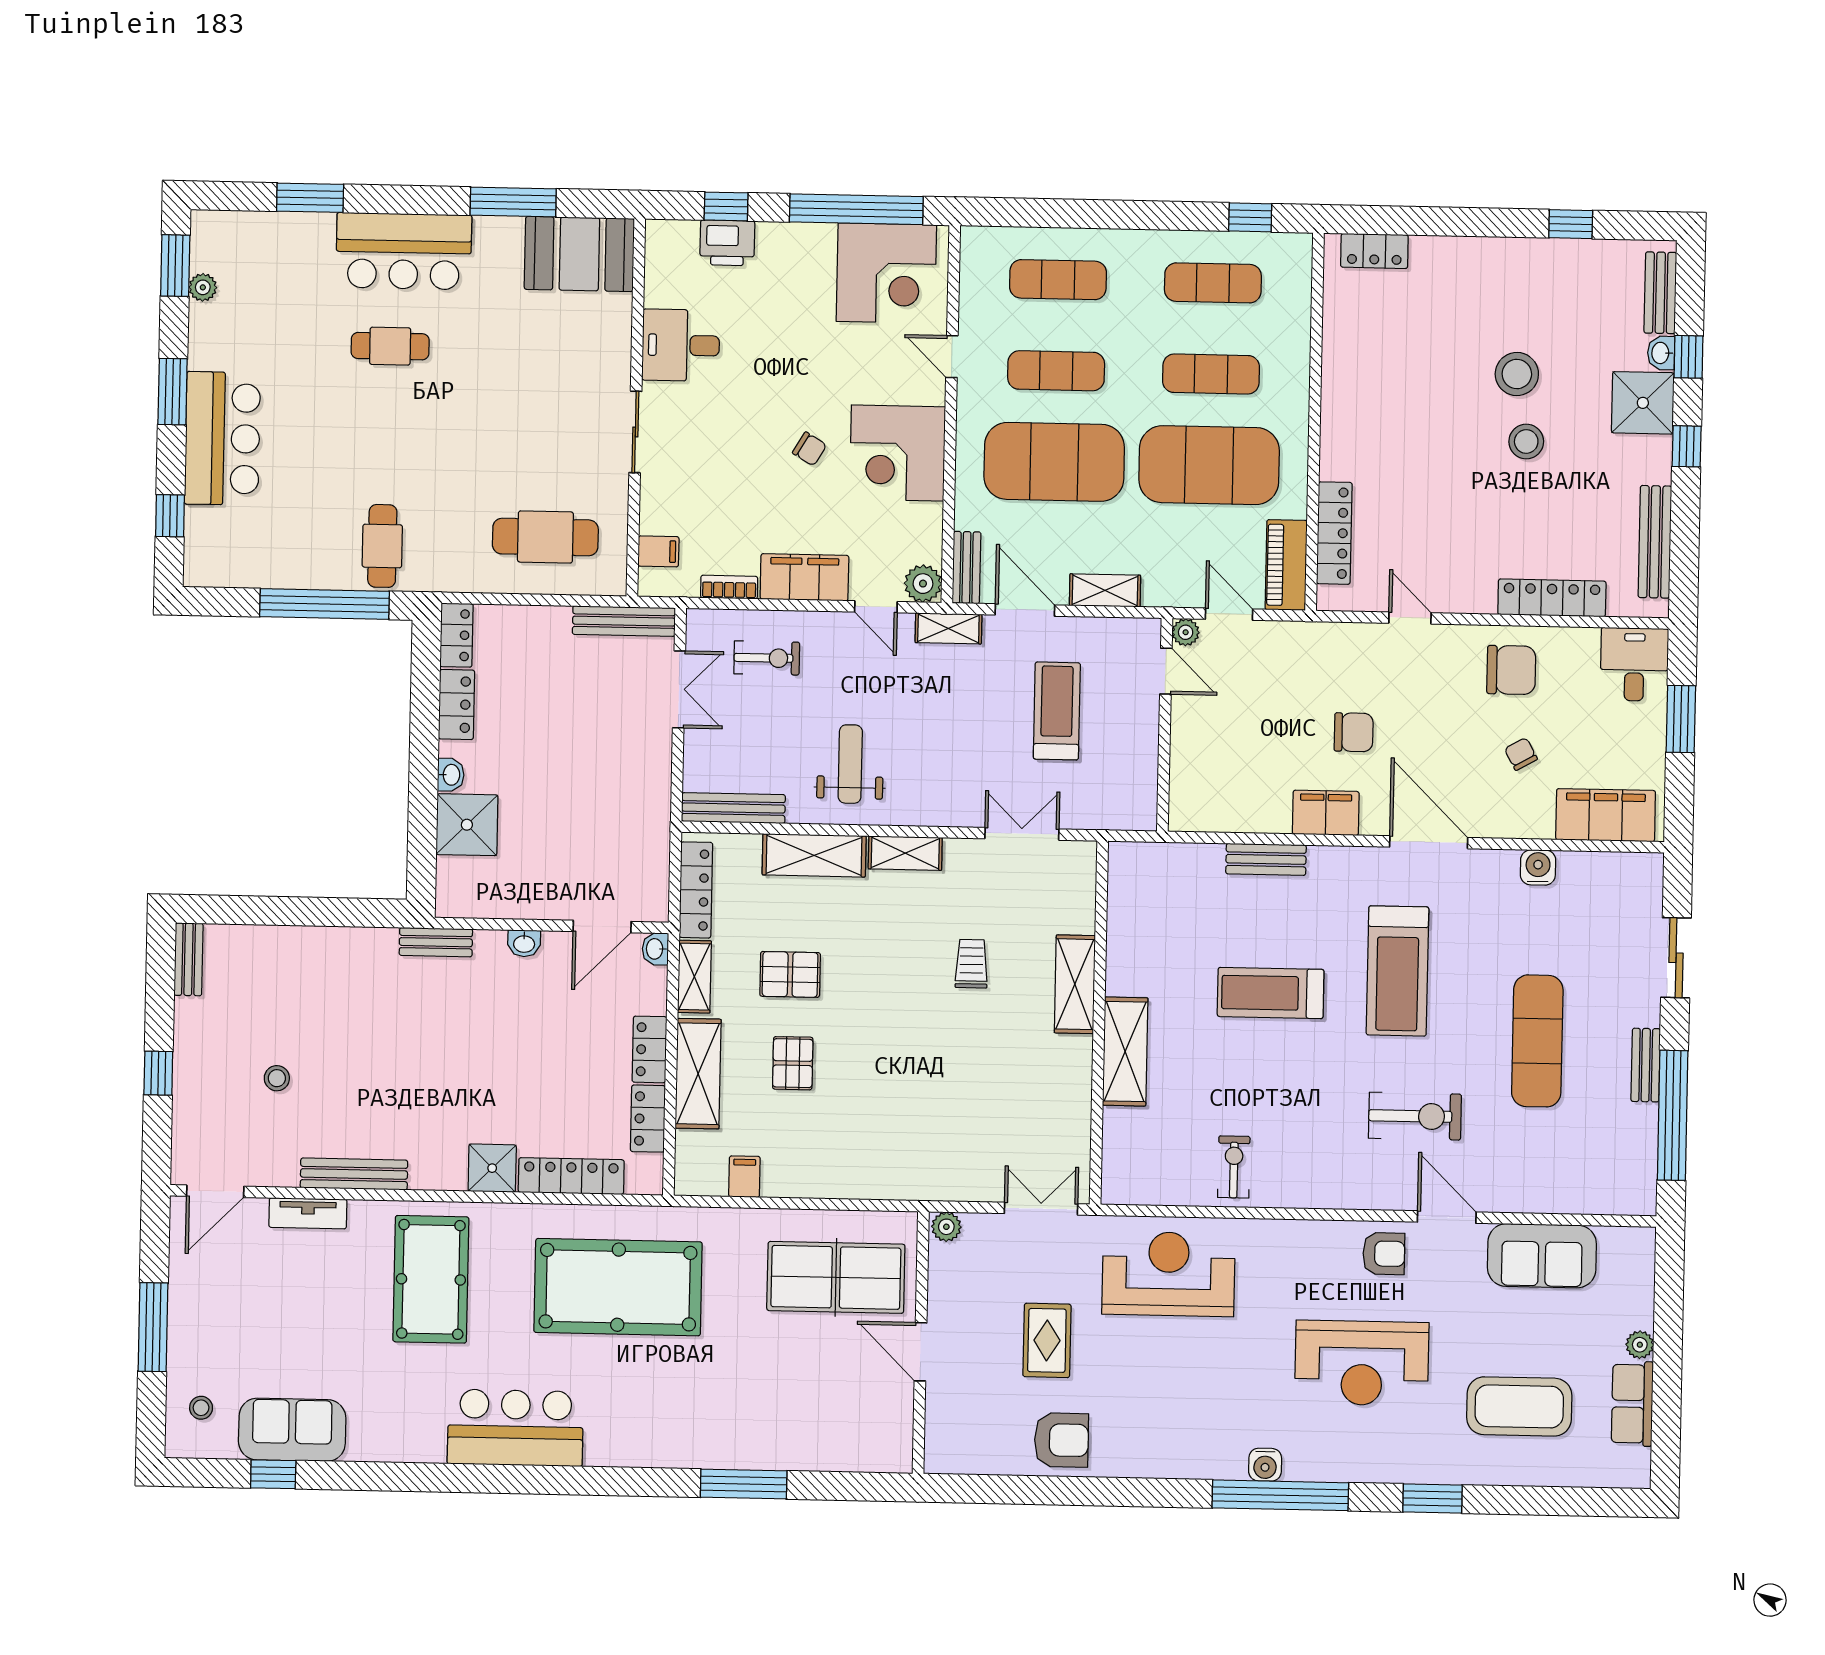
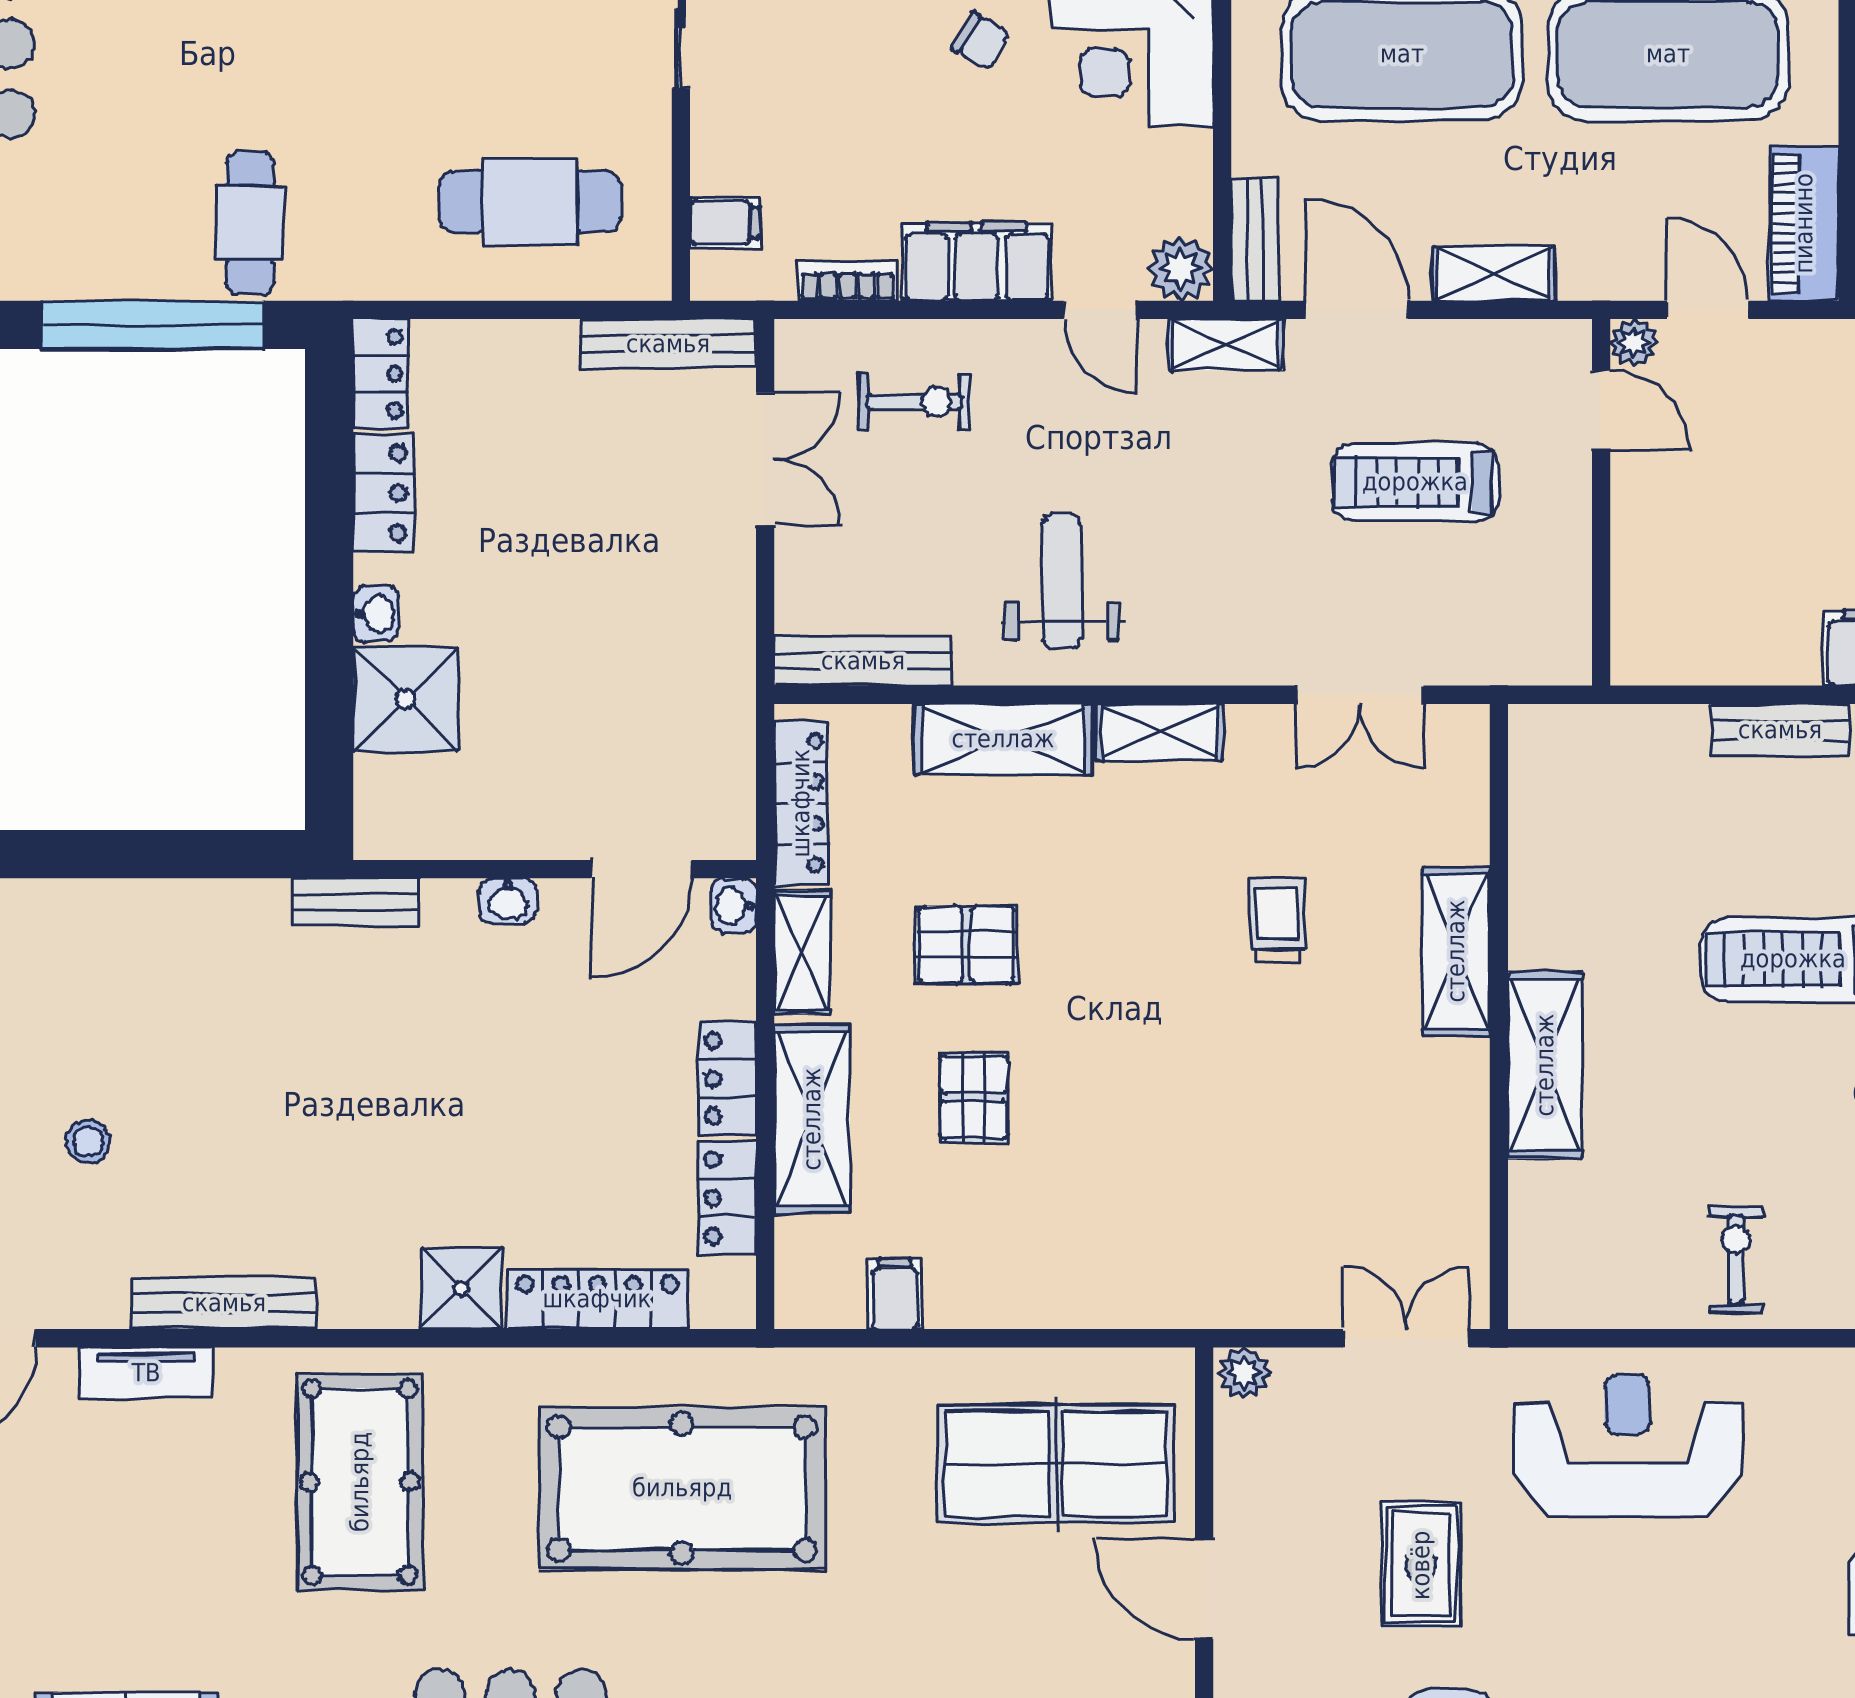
treadmill: (1057, 711) -> (1415, 482), turned -90
double door: (1022, 834) -> (1360, 695), swing flipped

